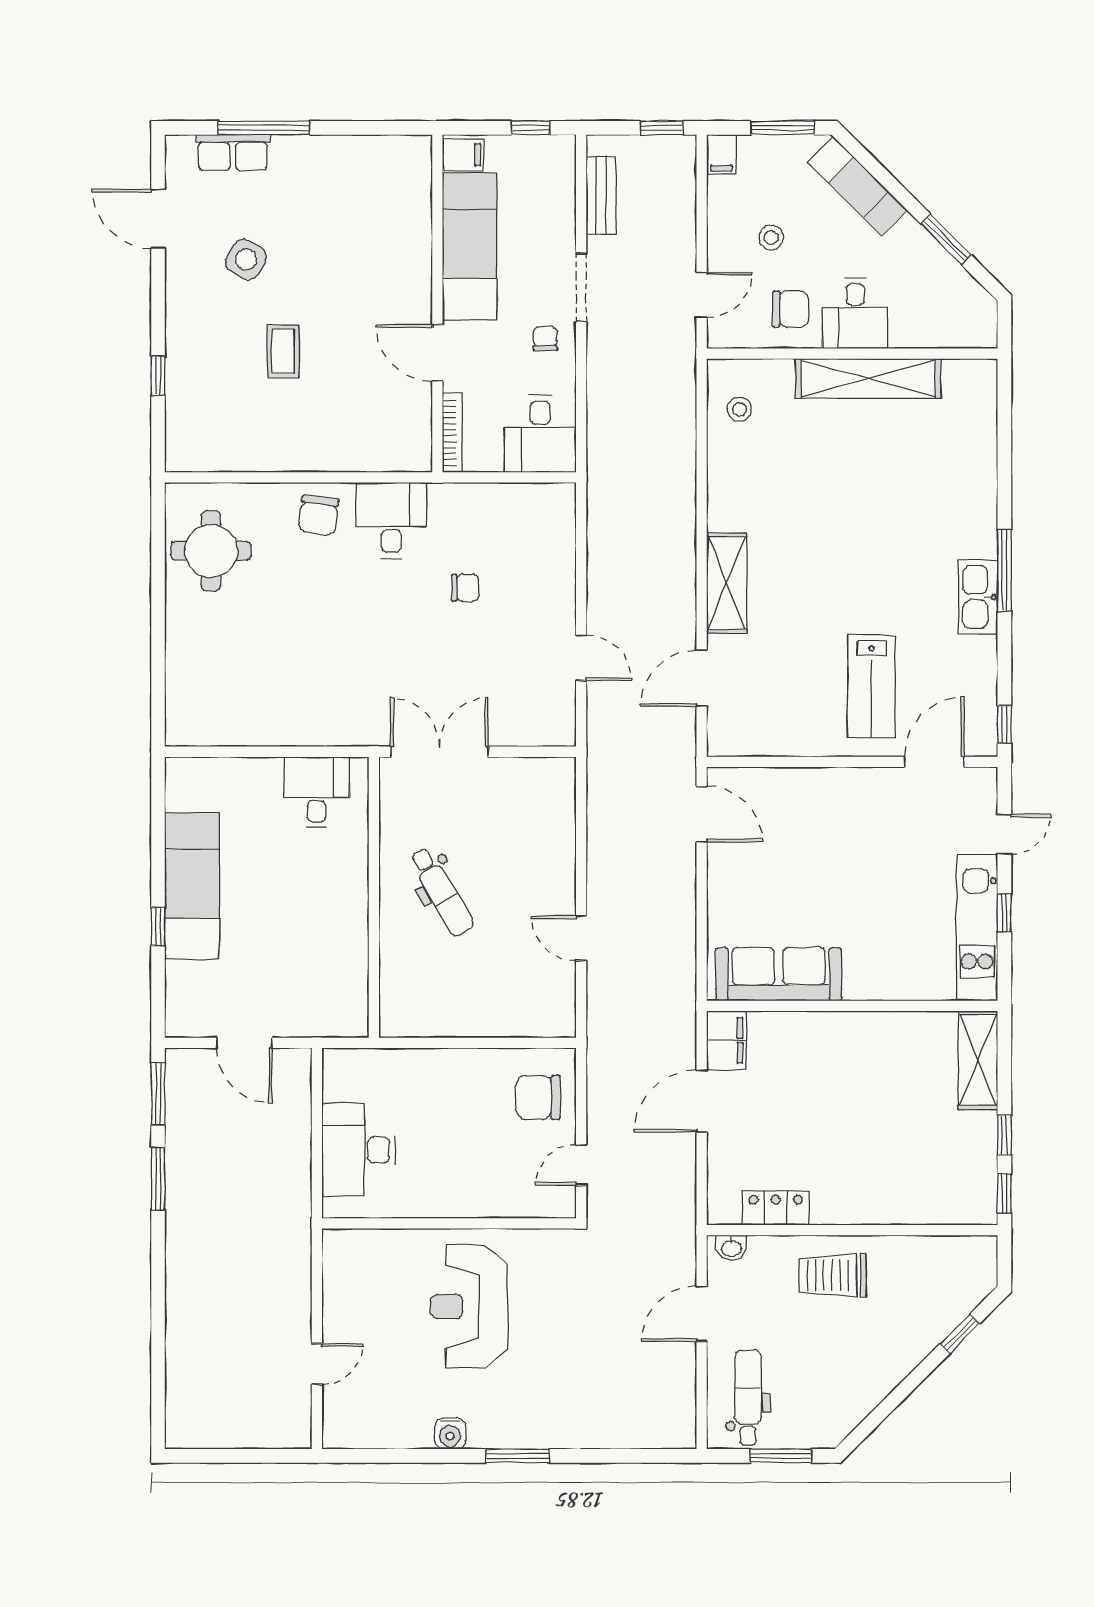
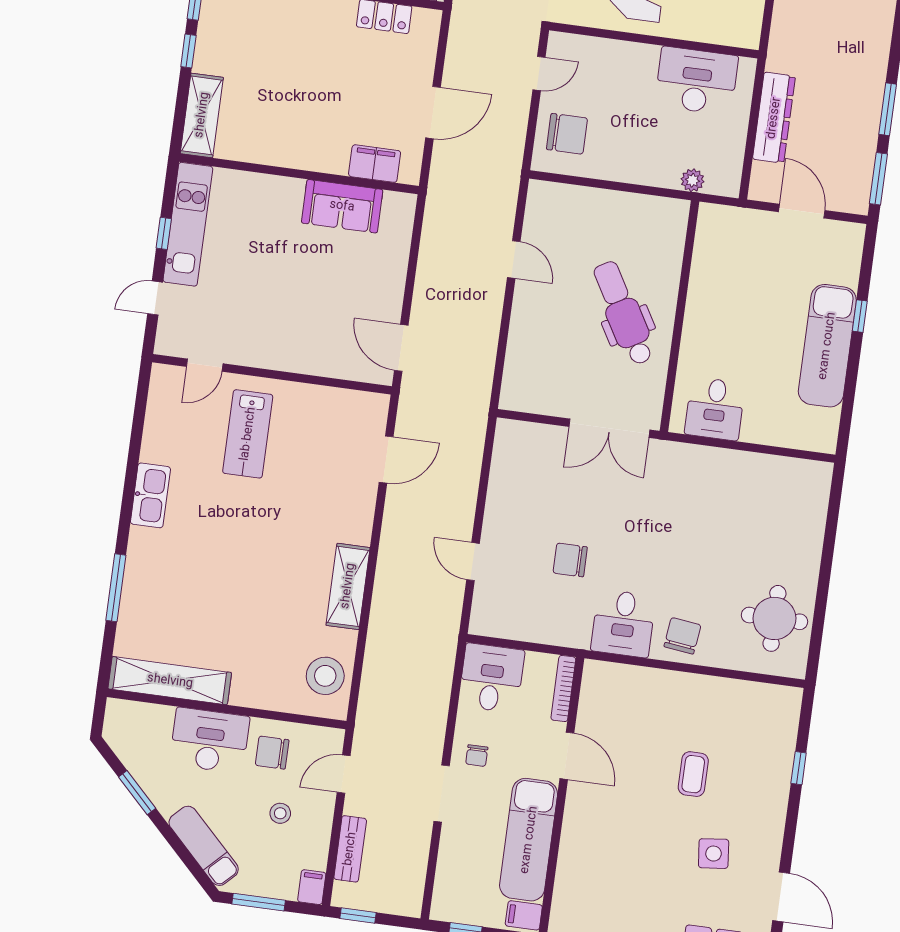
bench: (601, 196) -> (350, 849), moved
side table: (246, 260) -> (714, 854), turned -37
desk: (855, 313) -> (210, 740), width x1.37
shelving: (868, 378) -> (170, 681), moved
stool: (740, 409) -> (325, 676), width x1.89, depth x1.89
window: (1004, 570) -> (116, 588), moved
shelving: (727, 583) -> (348, 586), moved
chair: (465, 588) -> (570, 560), width x1.37, depth x1.37
door: (581, 658) -> (473, 562), moved
lab bench: (871, 686) -> (248, 434), turned 180
window: (1004, 724) -> (143, 388), removed
door: (934, 762) -> (205, 365), width x0.73
dental chair: (441, 892) -> (623, 313), width x1.36, depth x1.38
sofa: (779, 974) -> (342, 206), width x0.73
filing cabinet: (726, 1040) -> (375, 164), moved, turned 90
plant: (380, 1062) -> (692, 180), added
dresser: (293, 1150) -> (774, 118), added
desk: (359, 1150) -> (696, 81), moved, turned -90

